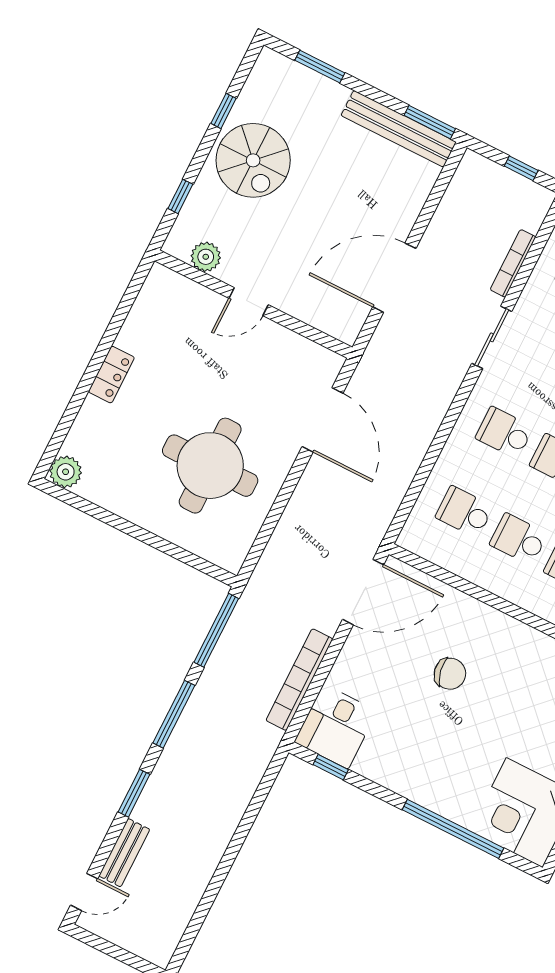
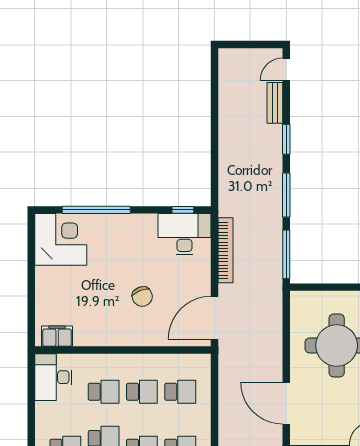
chair: (450, 674) -> (142, 296), turned -101
desk: (336, 726) -> (184, 234), width x1.37

